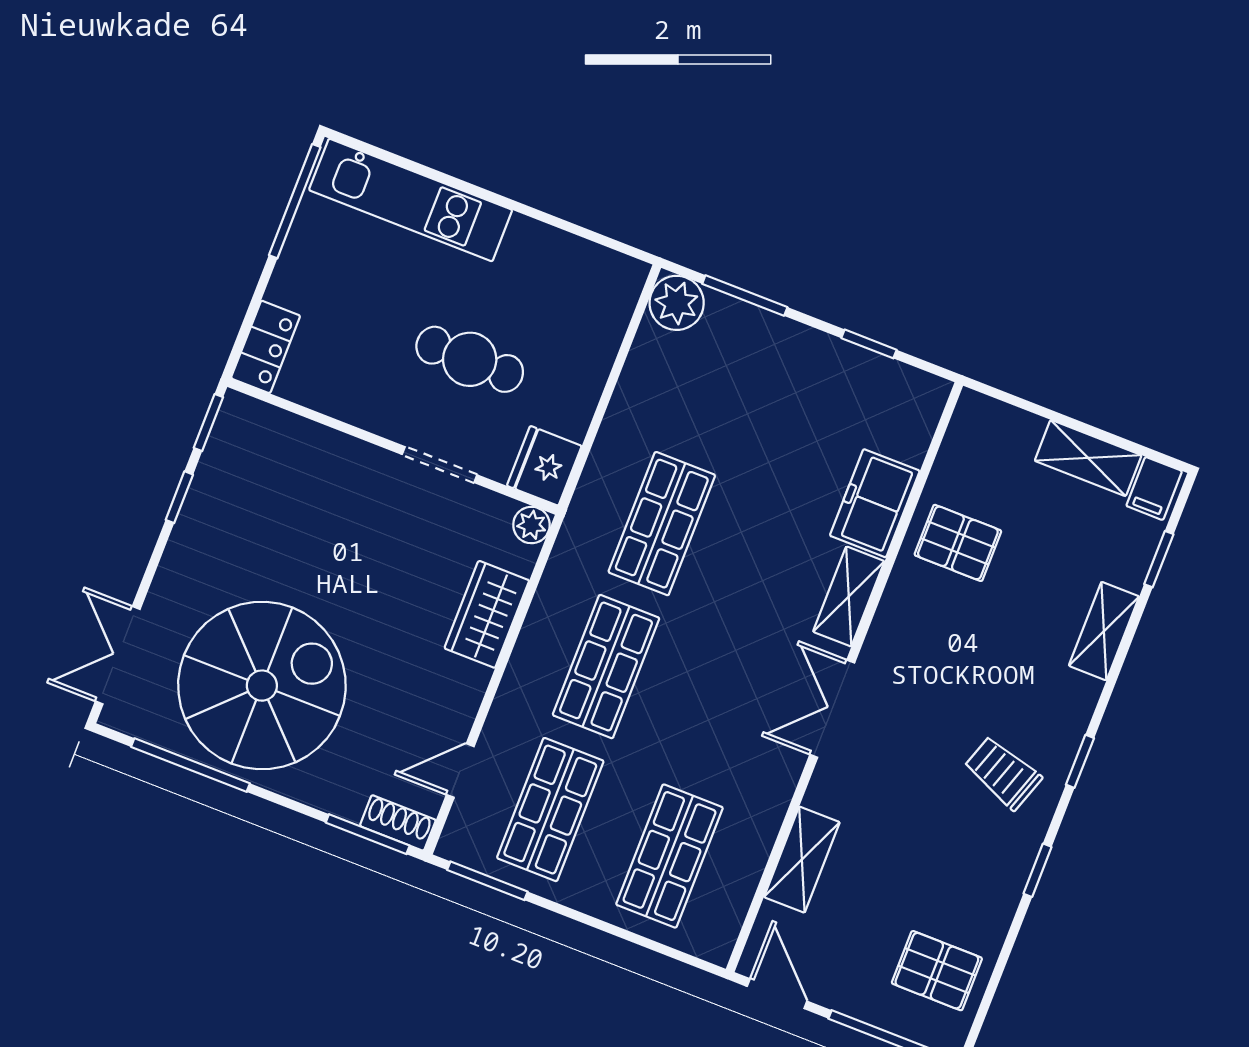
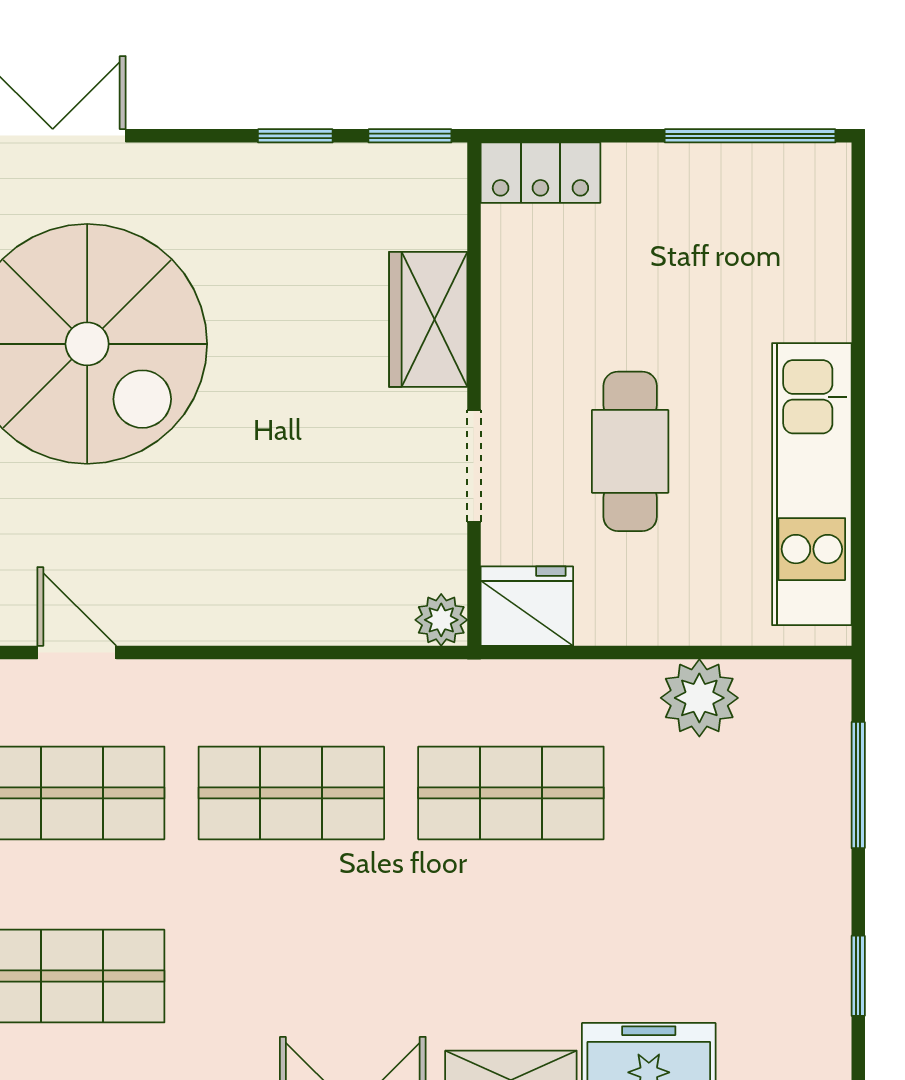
kitchen unit: (411, 200) -> (812, 484), moved
plant: (677, 303) -> (699, 698), moved
wardrobe: (487, 614) -> (428, 319), moved, turned -90

